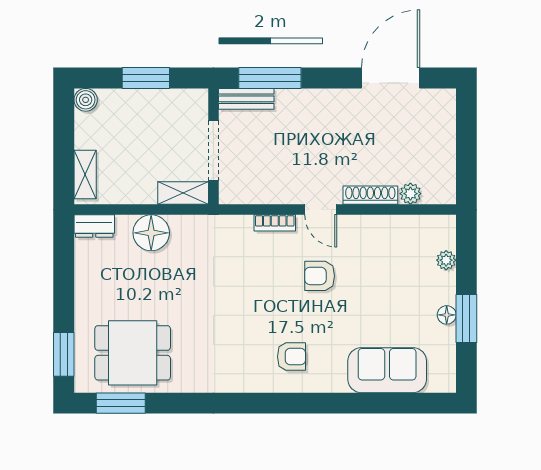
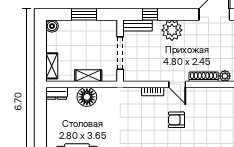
window: (270, 78) -> (150, 14), width x0.46
plant: (311, 108) -> (172, 30), added
shelving: (183, 193) -> (88, 76), moved

